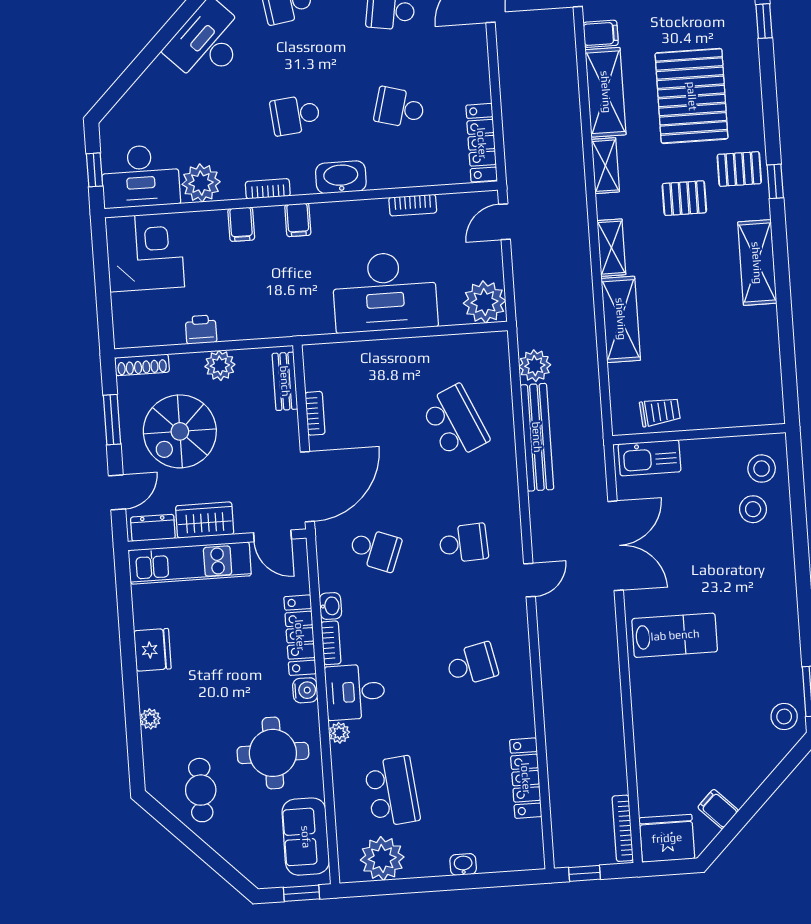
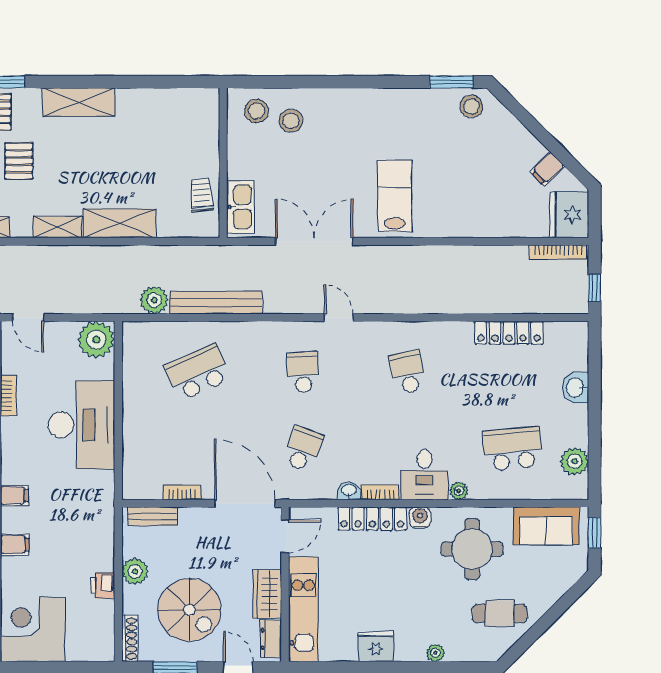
plant: (382, 858) -> (575, 461), width x0.73, depth x0.73
washbasin: (463, 864) -> (576, 388), width x1.38, depth x1.45

